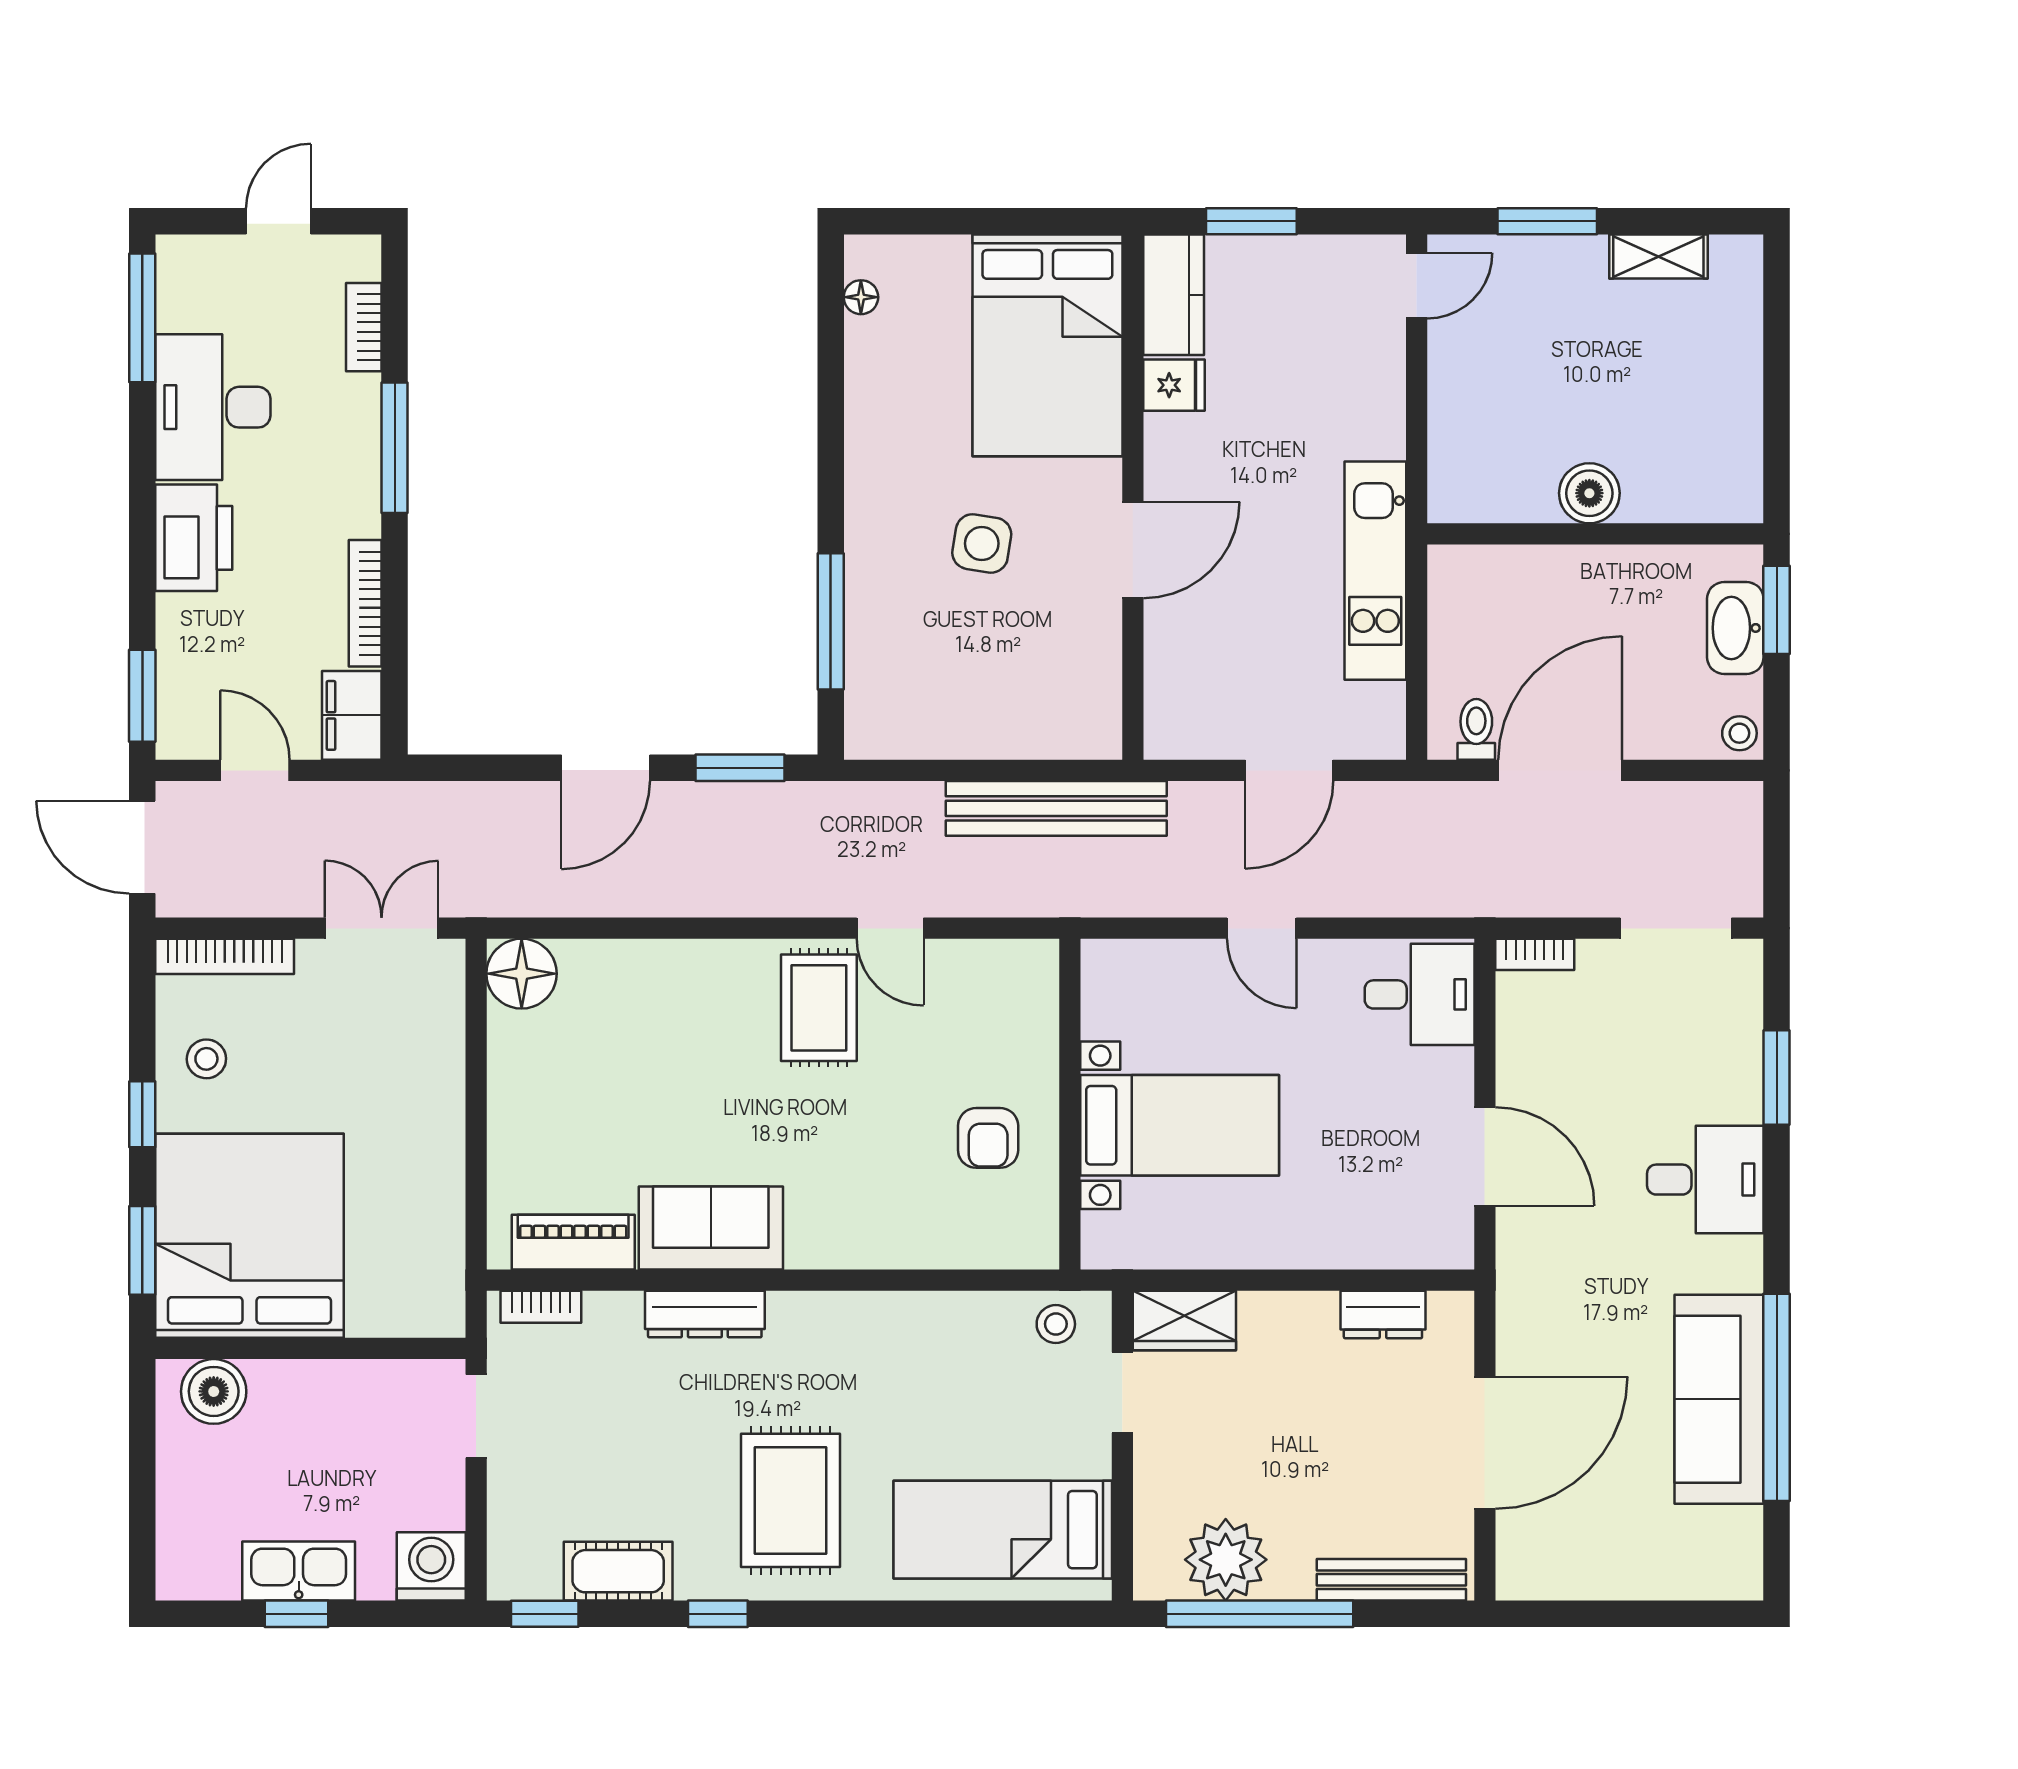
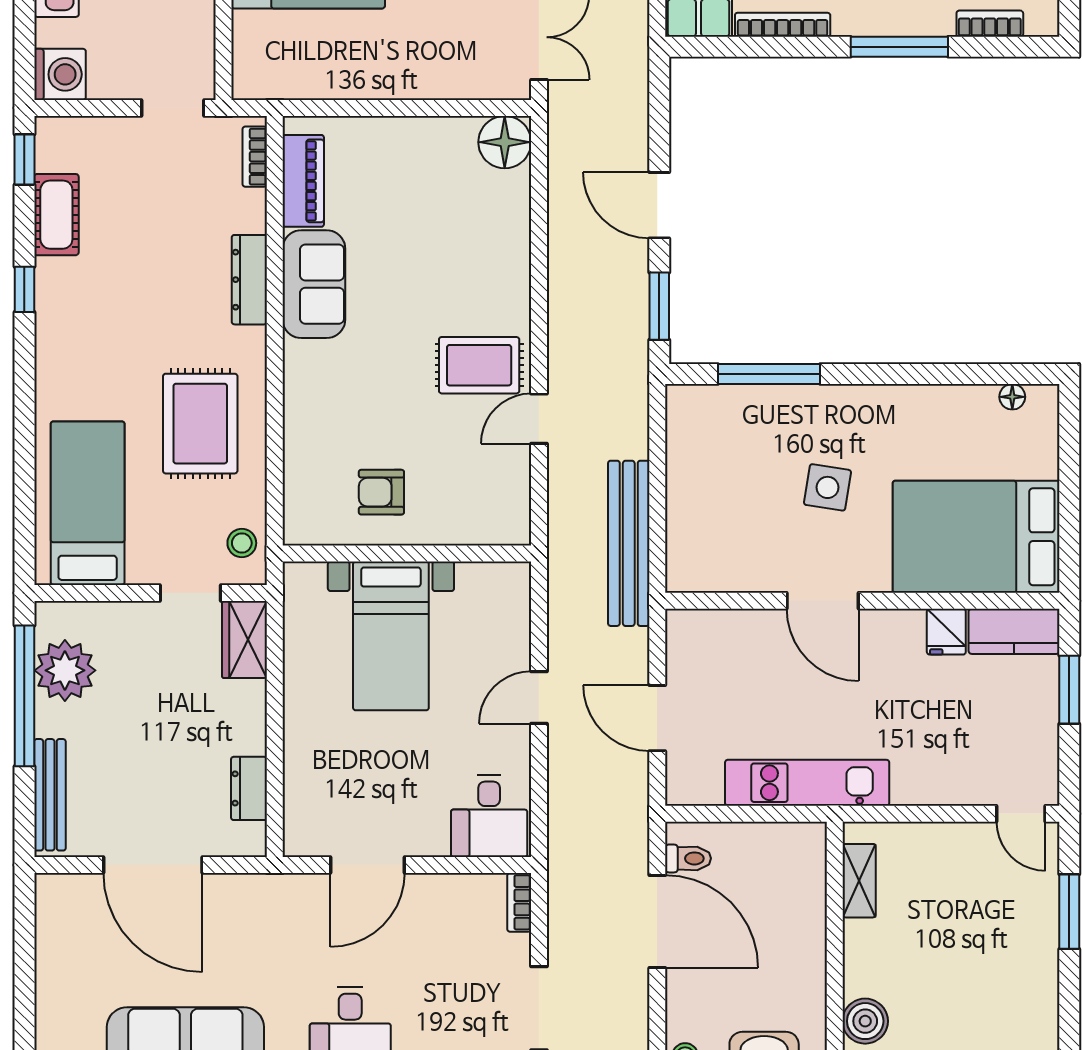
shelving: (1658, 257) -> (859, 881), moved
boiler: (1589, 493) -> (865, 1021), moved
rug: (791, 1500) -> (200, 424), moved, turned 90

